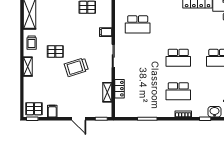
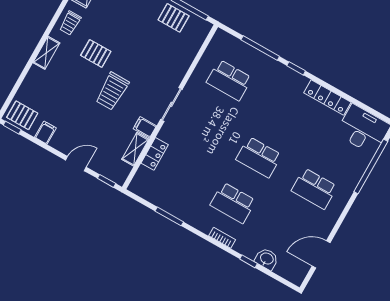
filing cabinet: (106, 32) -> (145, 127), moved
trolley: (76, 67) -> (112, 91), turned -72
door: (79, 119) -> (76, 164), swing flipped

